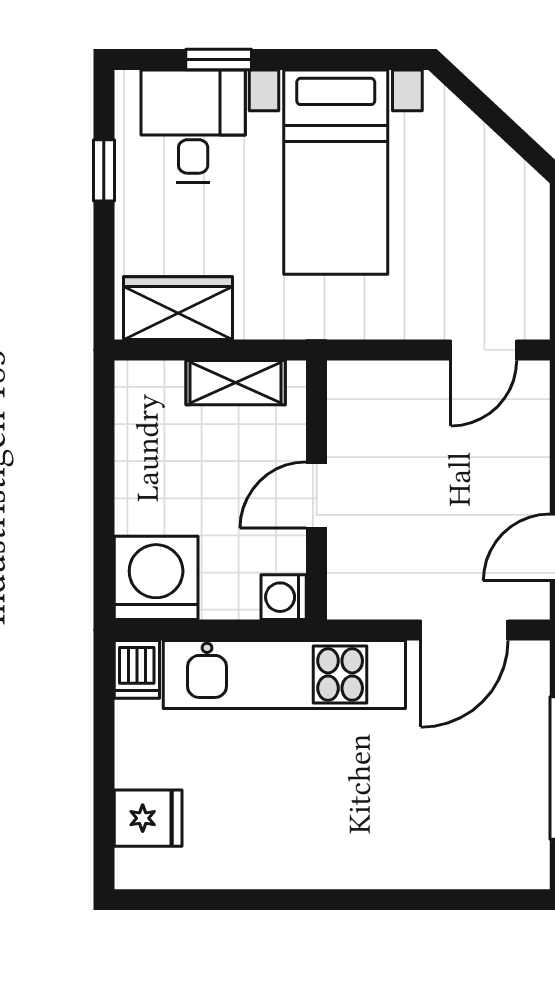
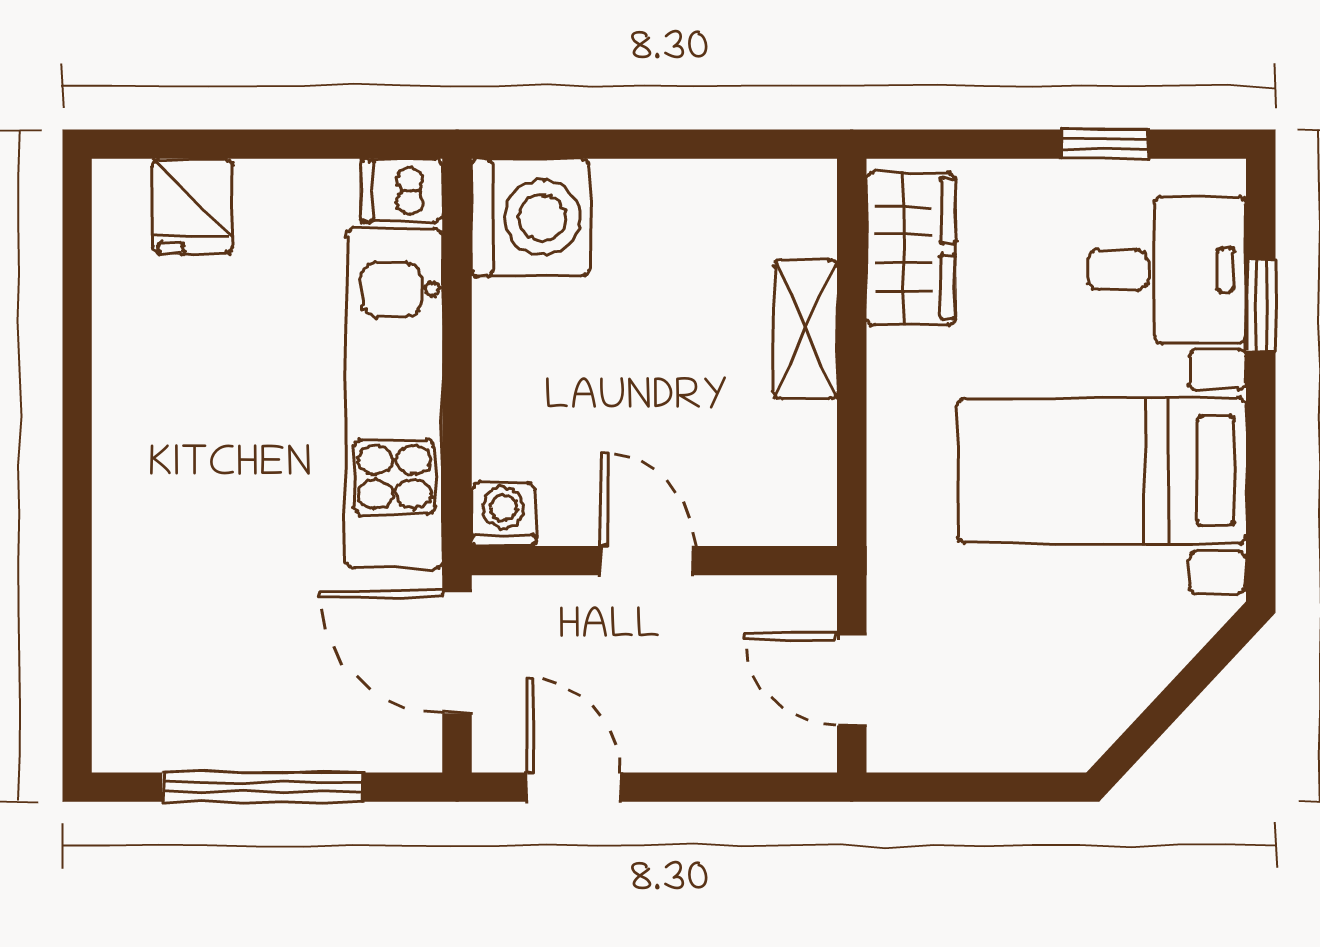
wall: (317, 490) -> (654, 561), moved
door: (317, 495) -> (647, 561), moved
washing machine: (284, 597) -> (503, 514), moved

